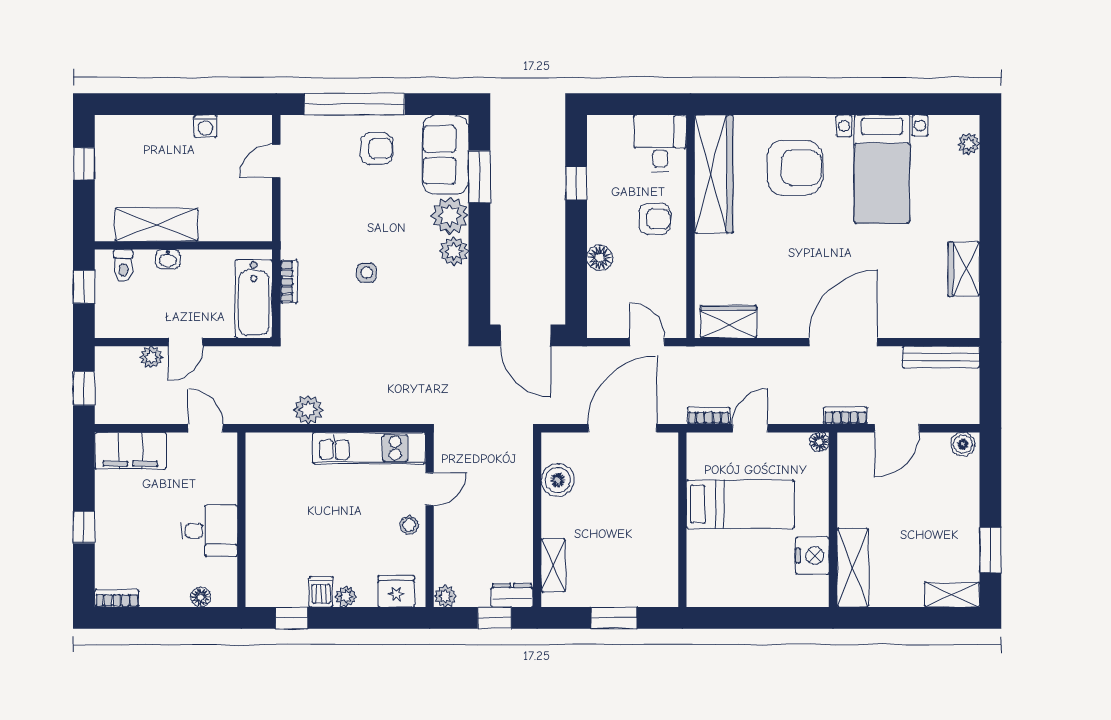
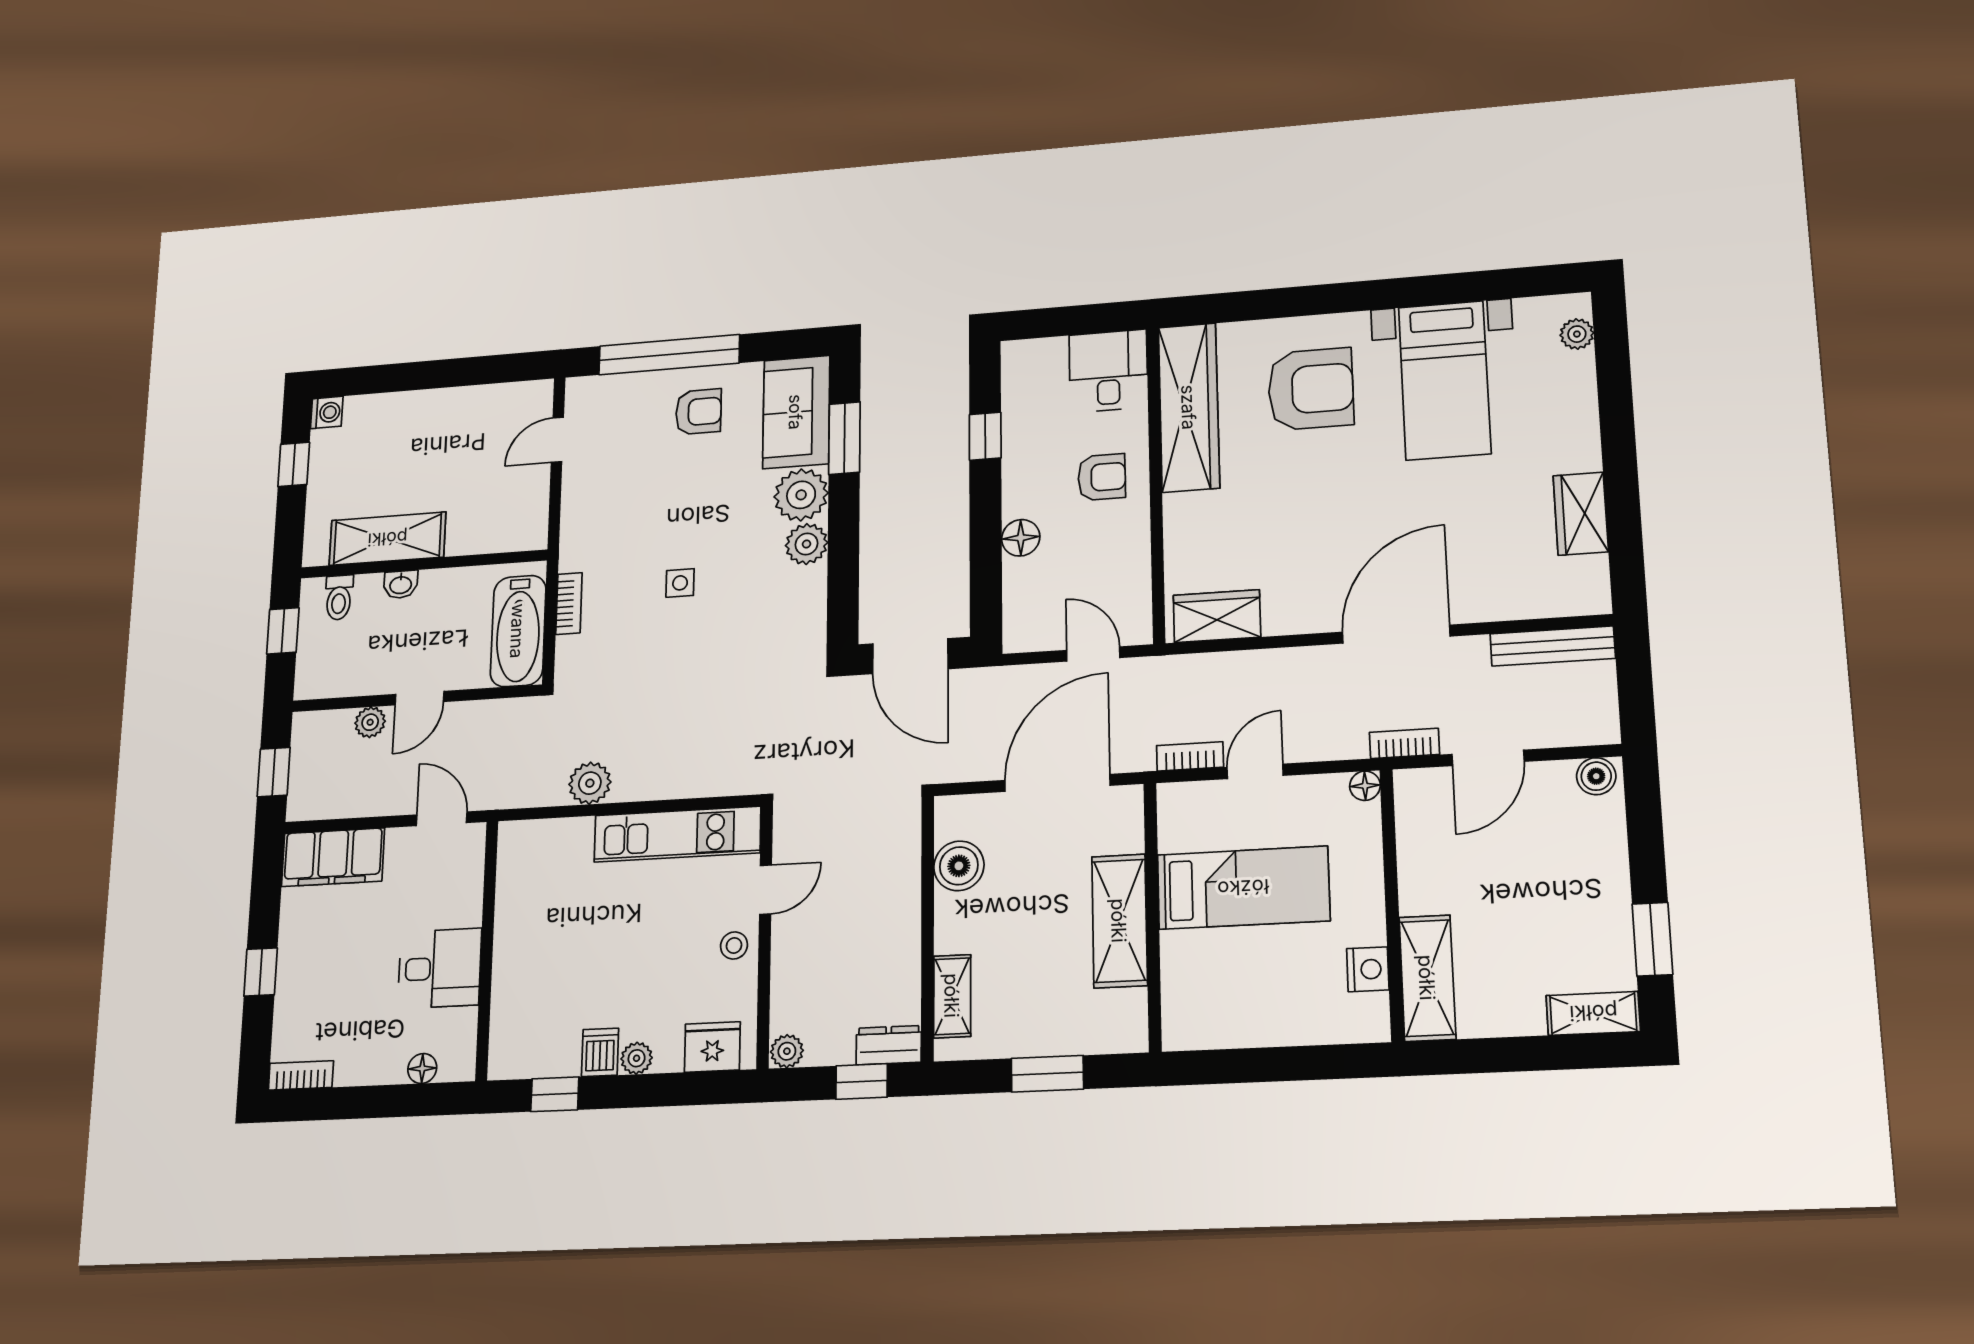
washing machine: (205, 126) -> (327, 412), moved, turned -90
shelving: (661, 522) -> (1119, 921), added
nightstand: (812, 556) -> (1368, 969), width x0.74, depth x0.75

